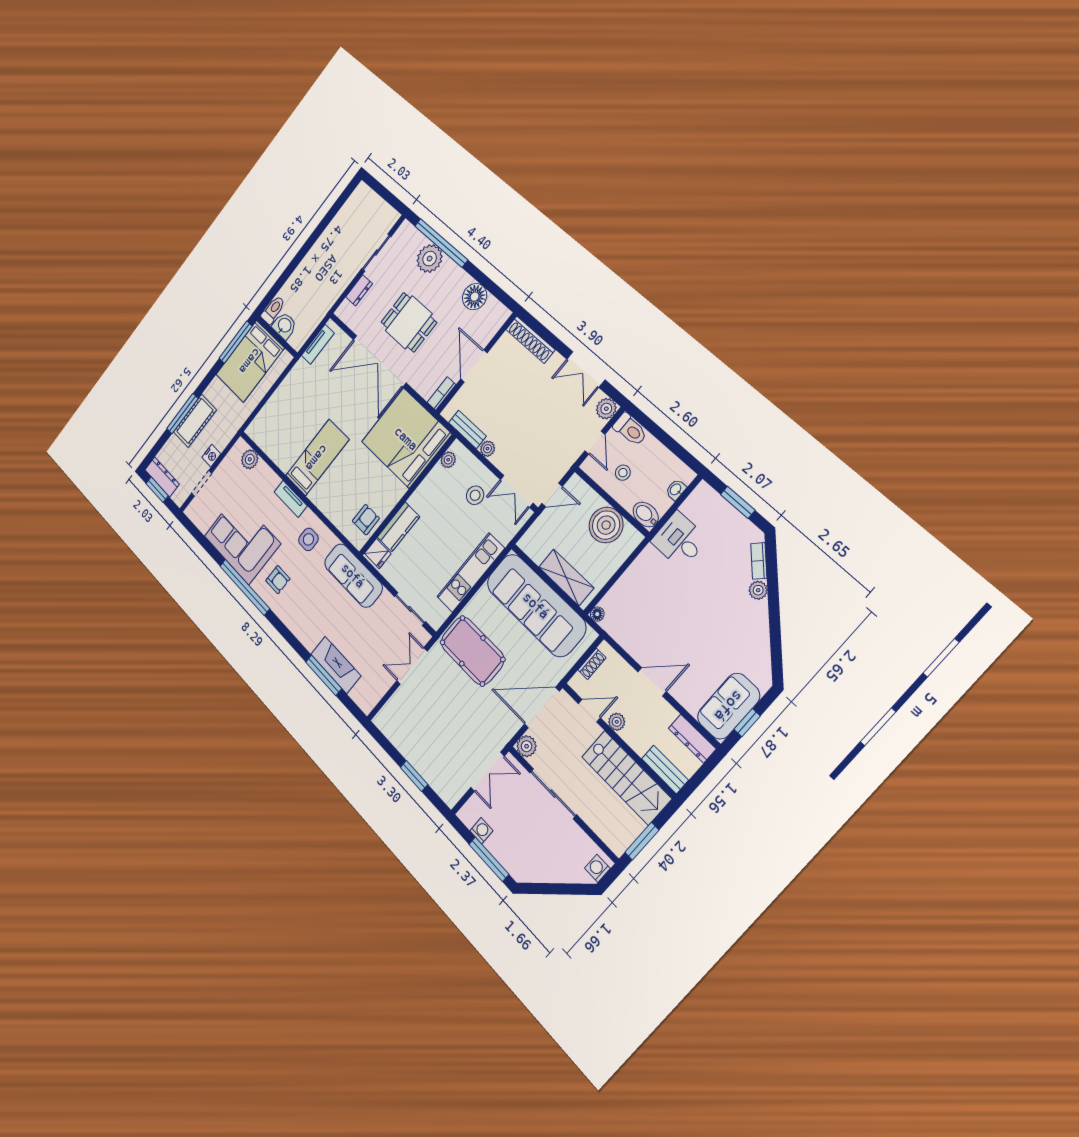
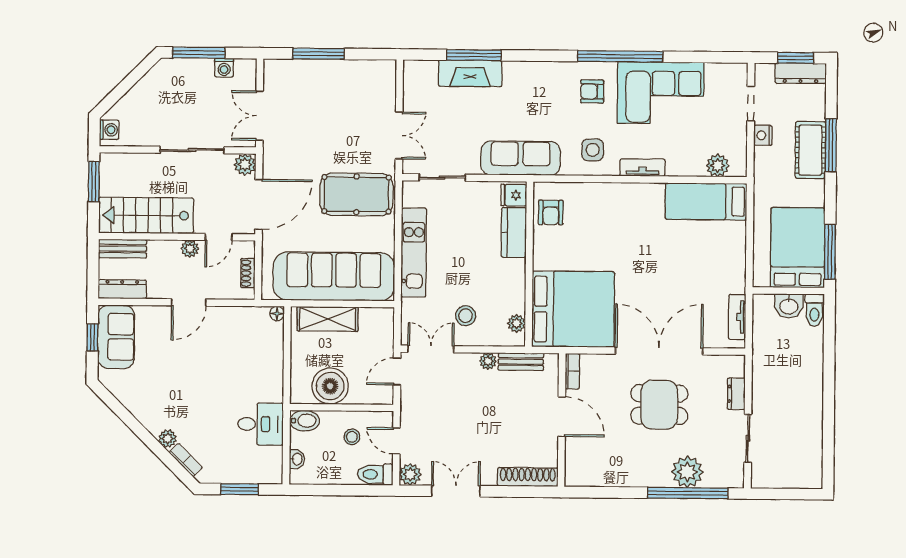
floor lamp: (475, 297) -> (613, 473), removed
bed: (317, 458) -> (706, 201), moved, turned 90
window: (414, 776) -> (318, 54), width x1.44

